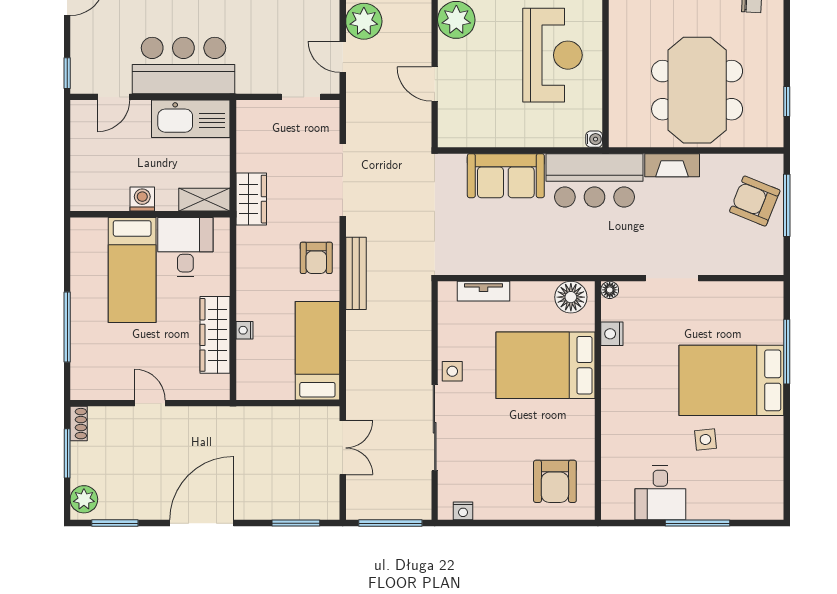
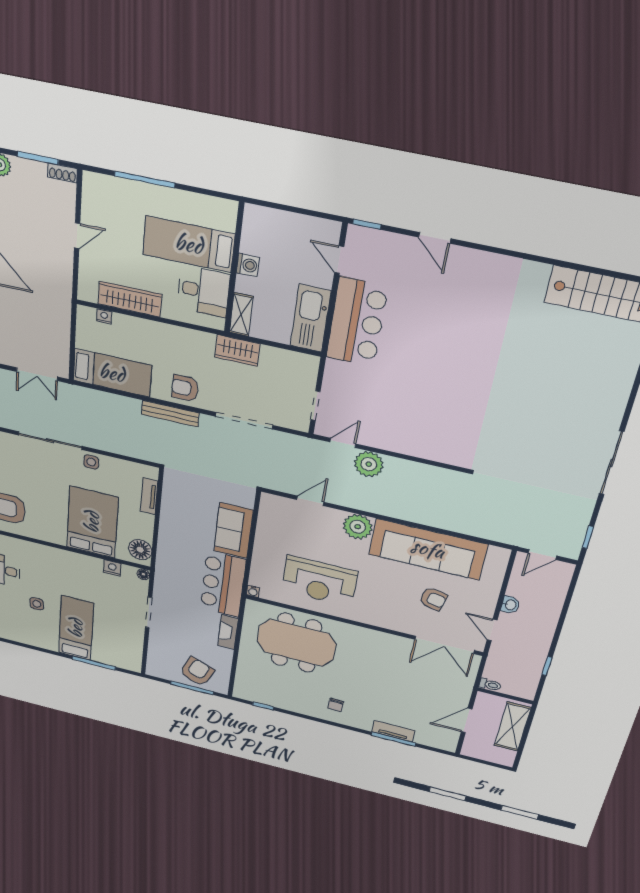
meeting table: (697, 90) -> (296, 643), moved
nightstand: (244, 330) -> (104, 316), moved
bed: (731, 380) -> (76, 628), width x0.67

